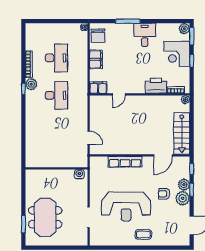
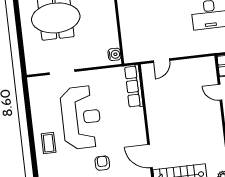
row of seats: (125, 162) -> (134, 86), moved
reception desk: (126, 206) -> (81, 117), turned 180

